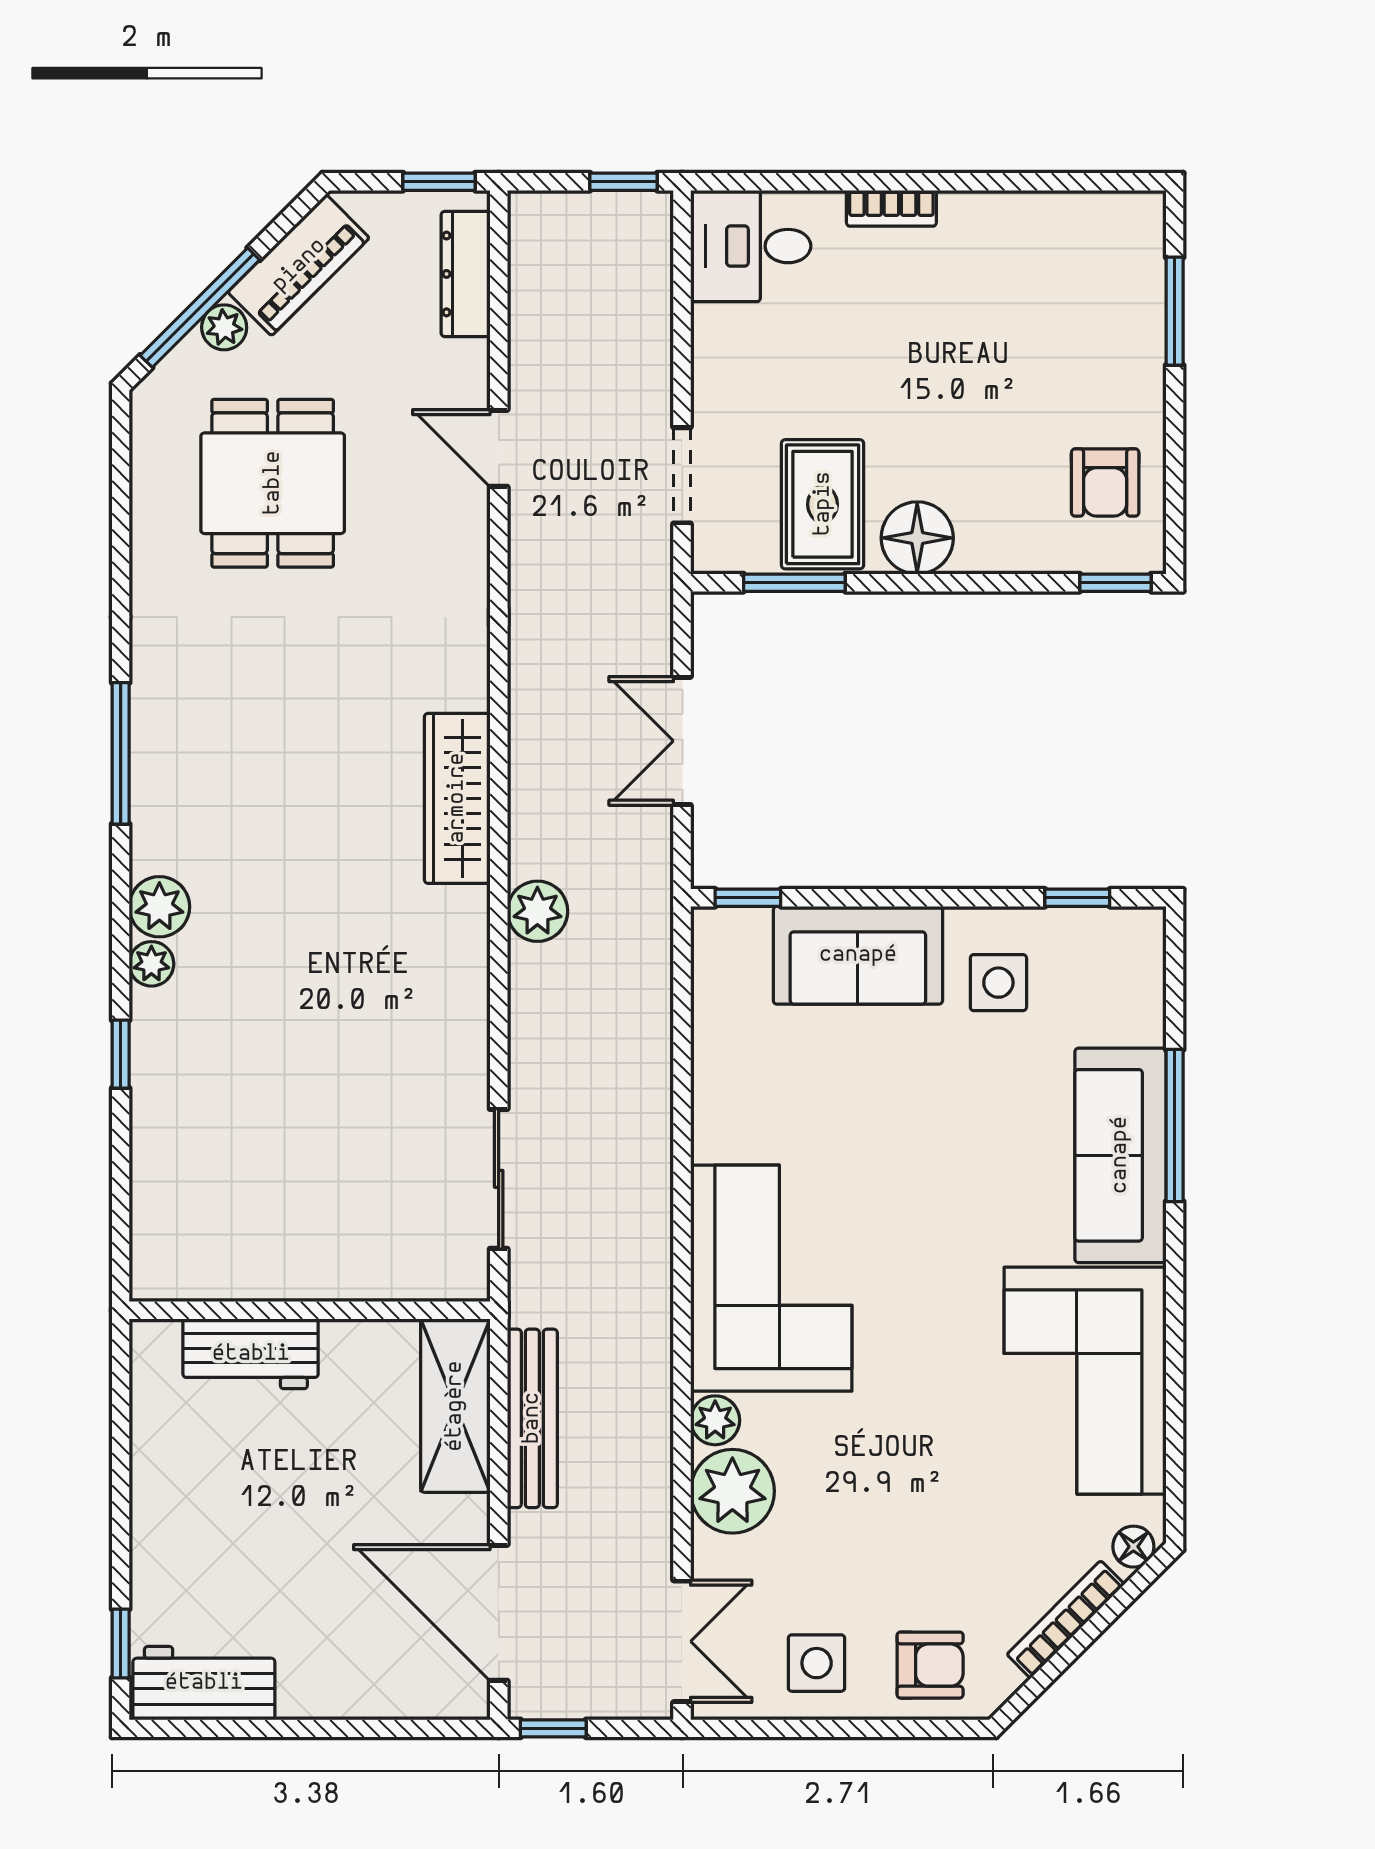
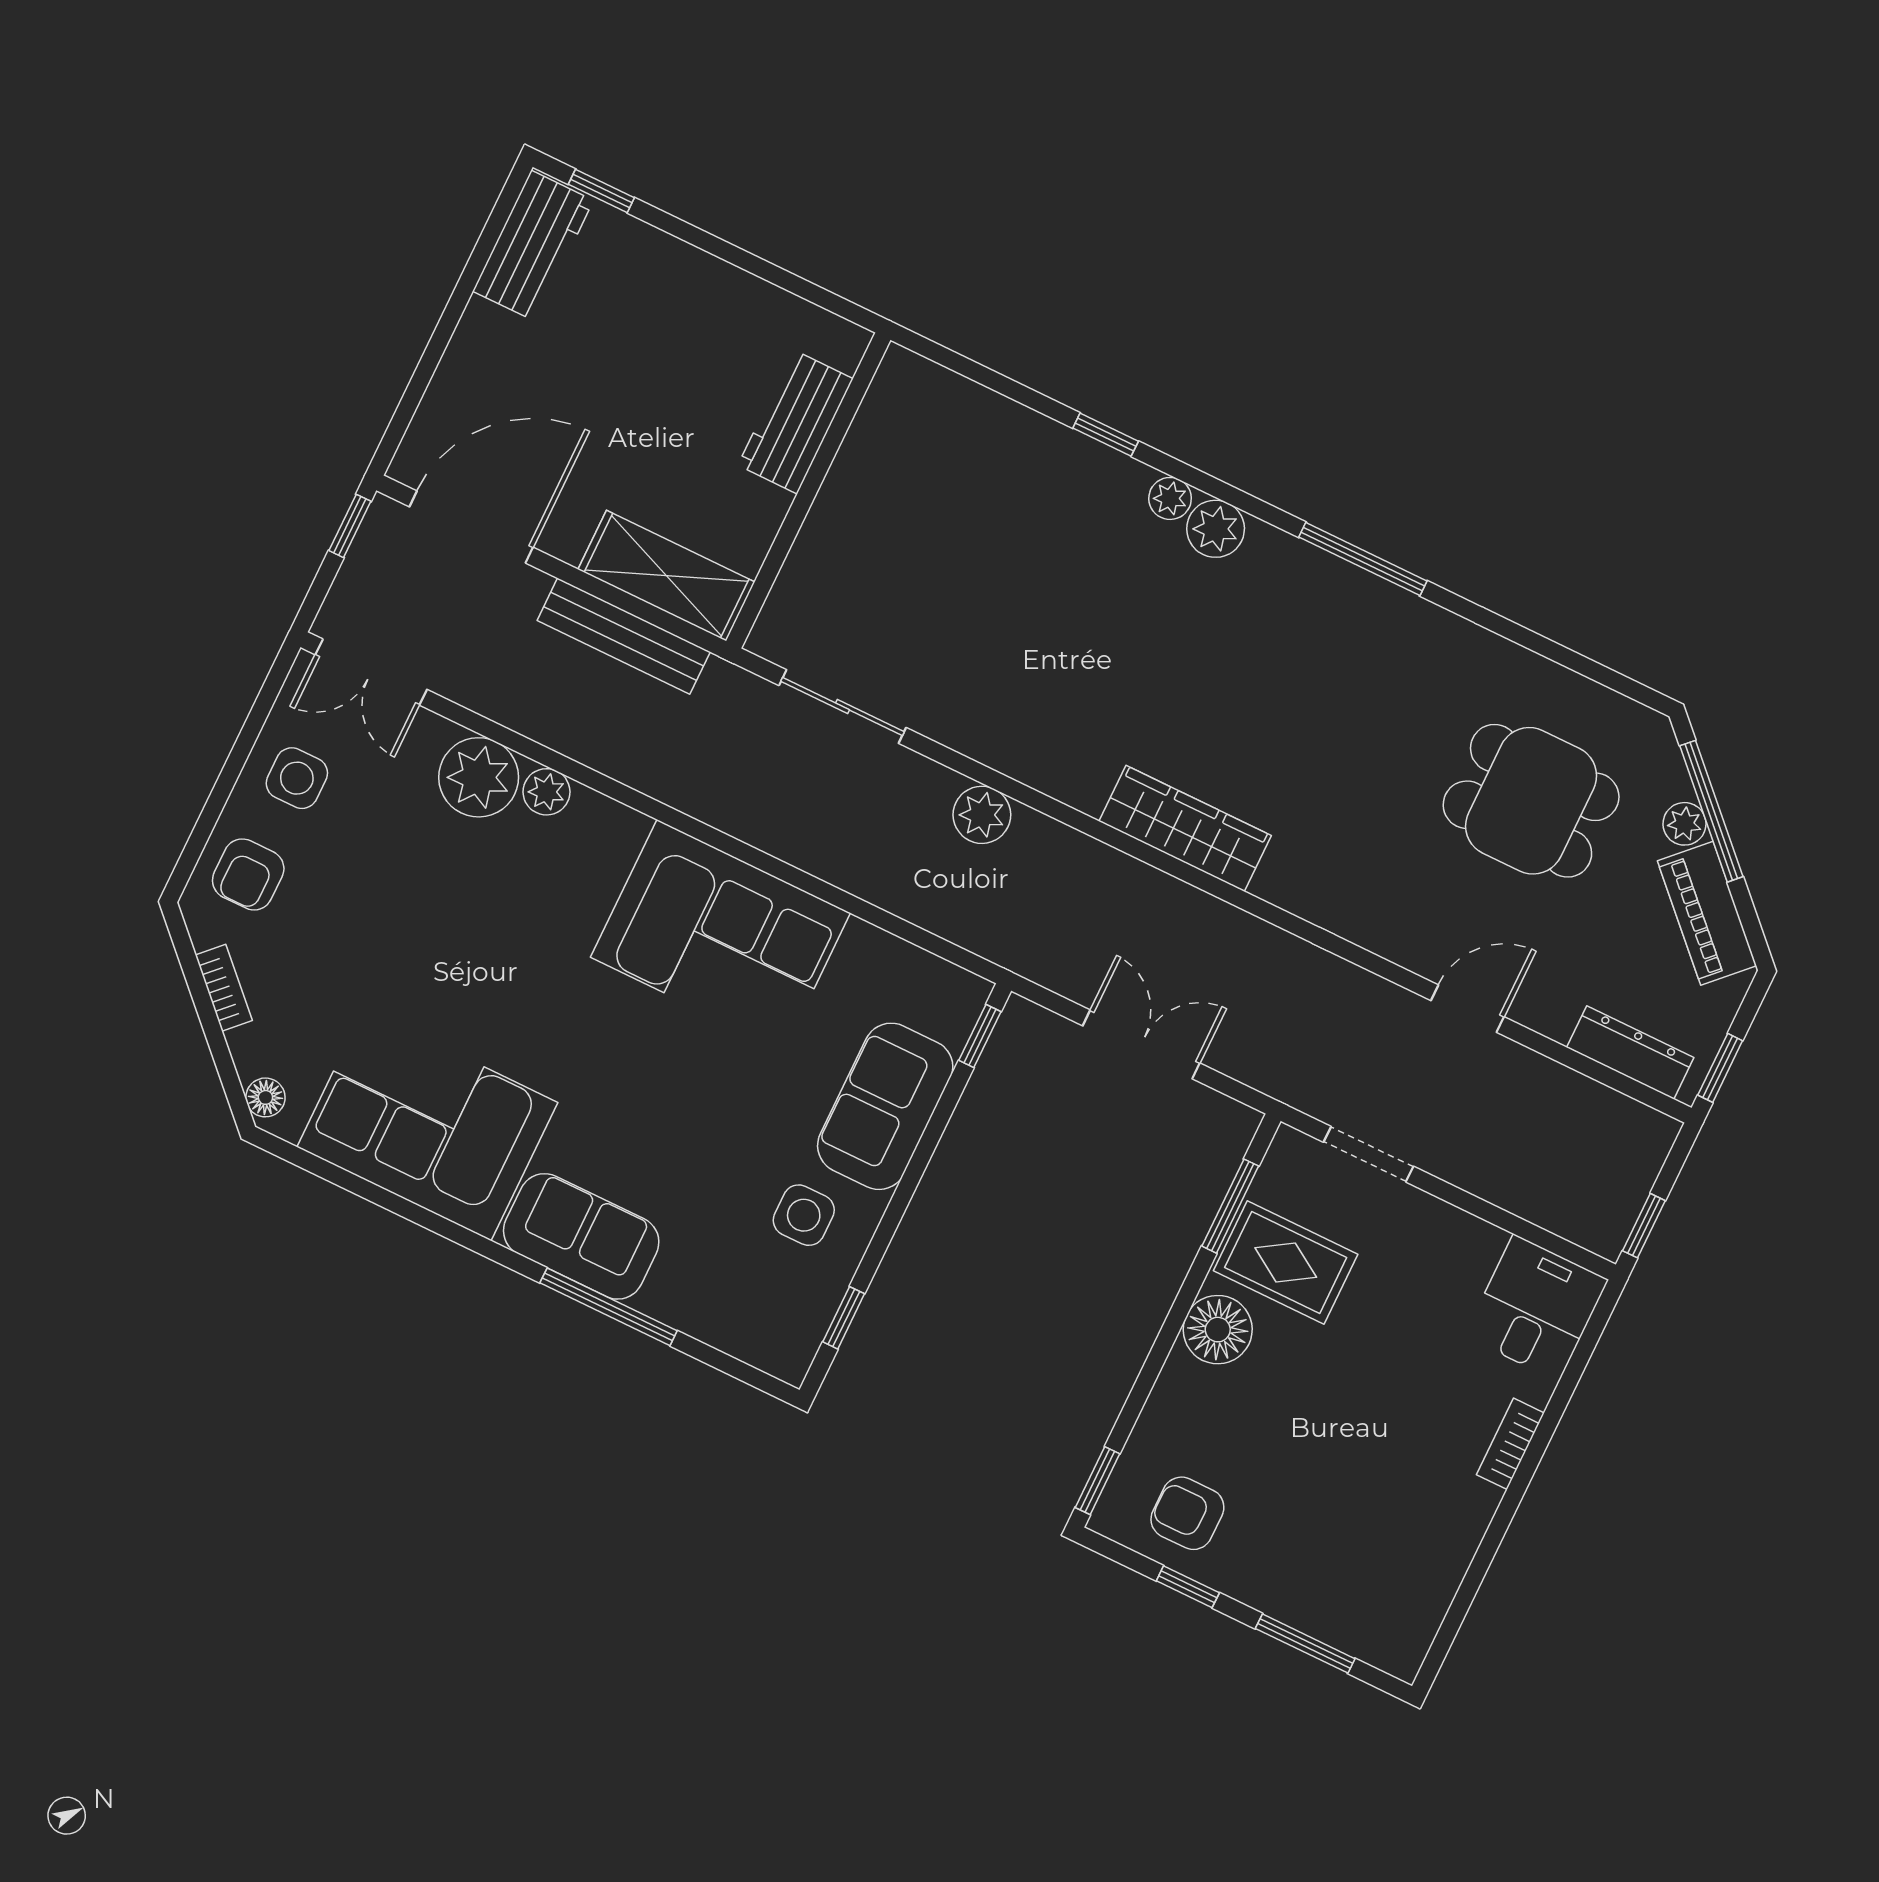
window: (1175, 448) -> (1188, 1587), added
plant: (537, 911) -> (982, 815), moved
sofa: (1120, 1155) -> (581, 1236), width x0.73
corner sofa: (771, 1278) -> (720, 935), moved
bookcase: (1066, 1619) -> (224, 988), width x0.64

